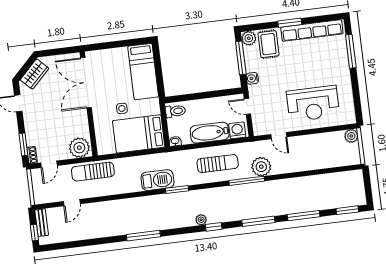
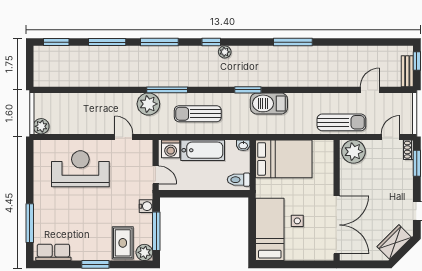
row of seats: (312, 30) -> (53, 252), width x0.50
side table: (122, 108) -> (297, 221), moved

